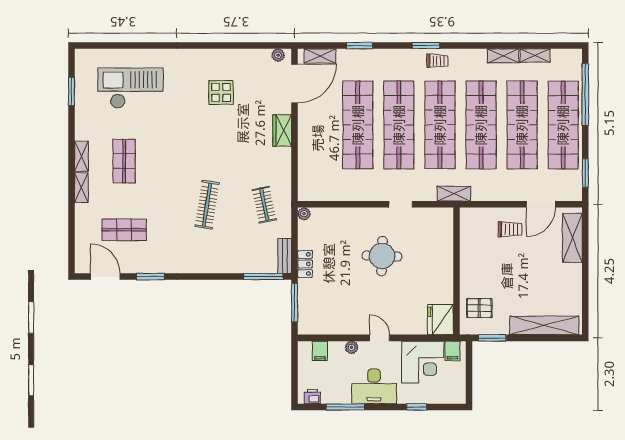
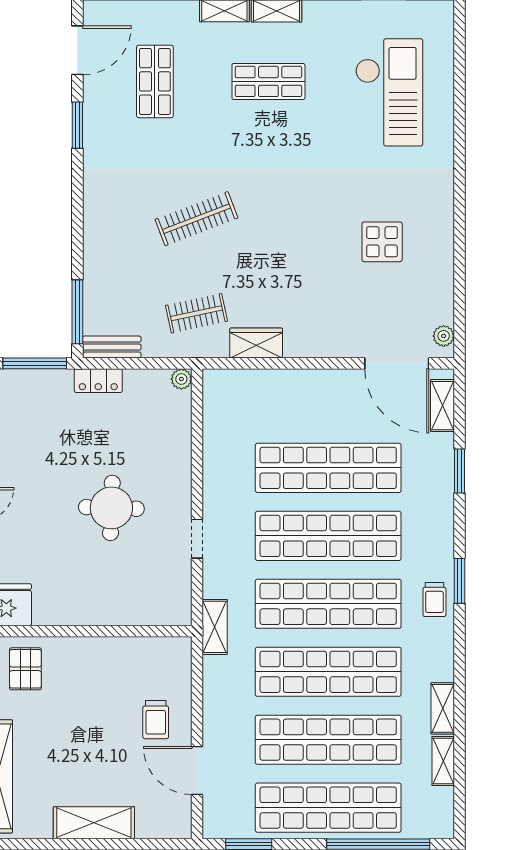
wardrobe: (282, 130) -> (256, 343), moved
clothes rail: (207, 205) -> (196, 219), turned -30
shelving: (572, 238) -> (94, 823), moved

